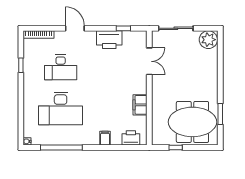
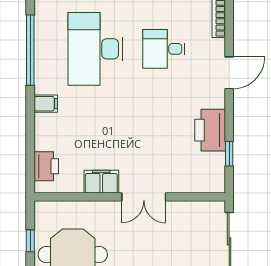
double door: (149, 61) -> (144, 197), moved
desk: (61, 67) -> (164, 49), width x0.73
filing cabinet: (105, 138) -> (46, 104), moved

